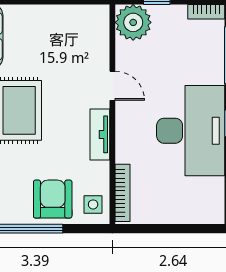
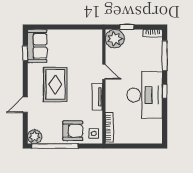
armchair: (53, 199) -> (73, 131), turned 90

